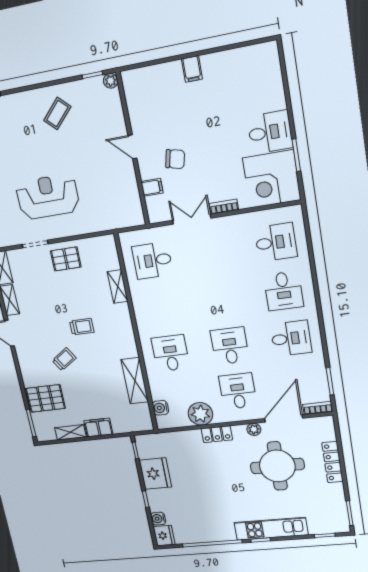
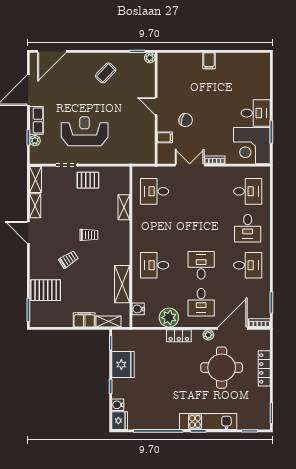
desk: (170, 353) -> (155, 265), turned -90
desk: (238, 391) -> (201, 302), turned 180
shelving: (70, 432) -> (108, 322), moved

